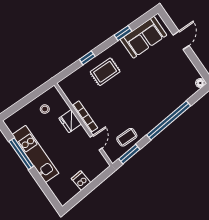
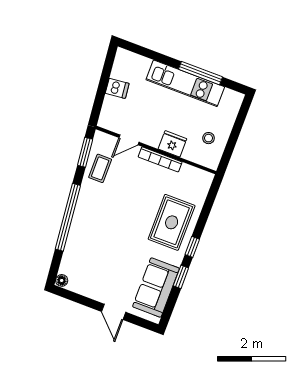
window: (87, 58) -> (192, 247), moved
rug: (105, 72) -> (172, 222), width x1.36, depth x1.43
door: (96, 143) -> (129, 140), hinge flipped

